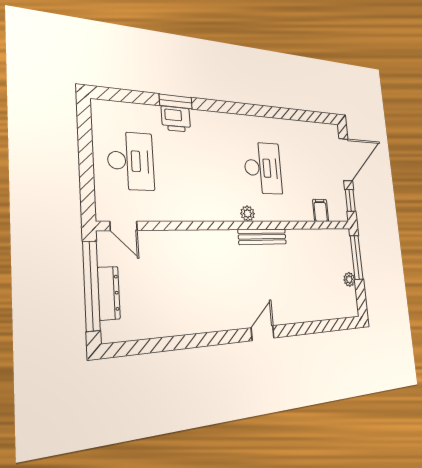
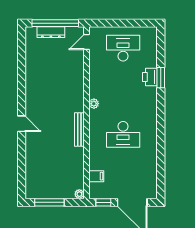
desk: (131, 161) -> (123, 48), turned 180
plant: (248, 214) -> (94, 104), moved
window: (357, 257) -> (49, 202), moved
plant: (349, 279) -> (79, 194), moved

